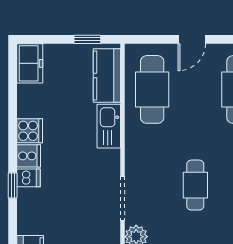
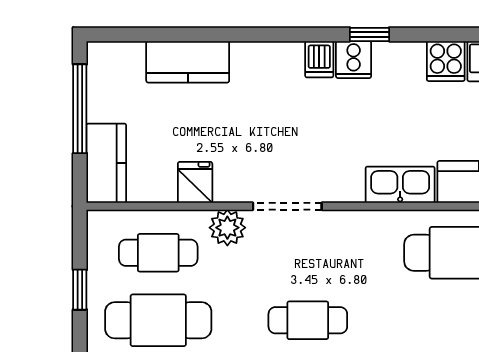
cooker: (30, 131) -> (446, 61), moved
window: (13, 186) -> (369, 34), moved

